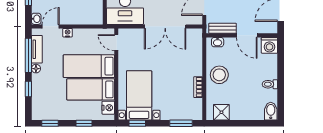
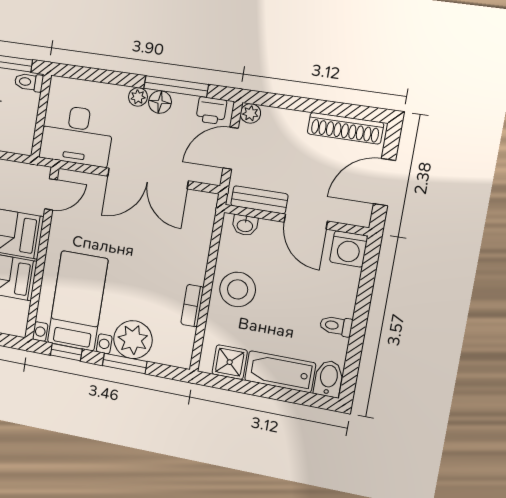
door: (116, 43) -> (51, 194), swing flipped
nightstand: (108, 108) -> (18, 313), removed
plant: (171, 110) -> (133, 340), added
bathtub: (247, 112) -> (280, 372), added
window: (181, 123) -> (125, 363), moved

